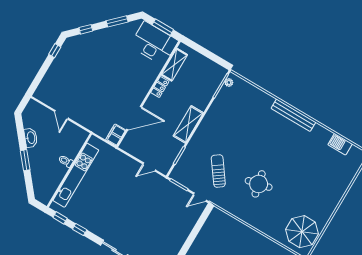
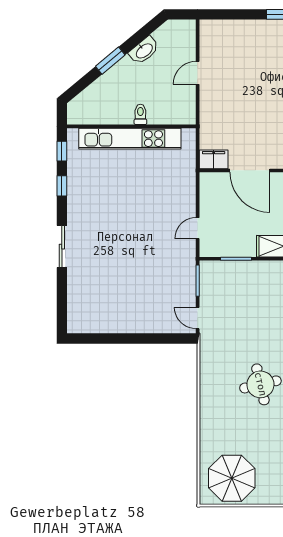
door: (149, 167) -> (198, 228), hinge flipped
sun lounger: (218, 171) -> (246, 322), removed

